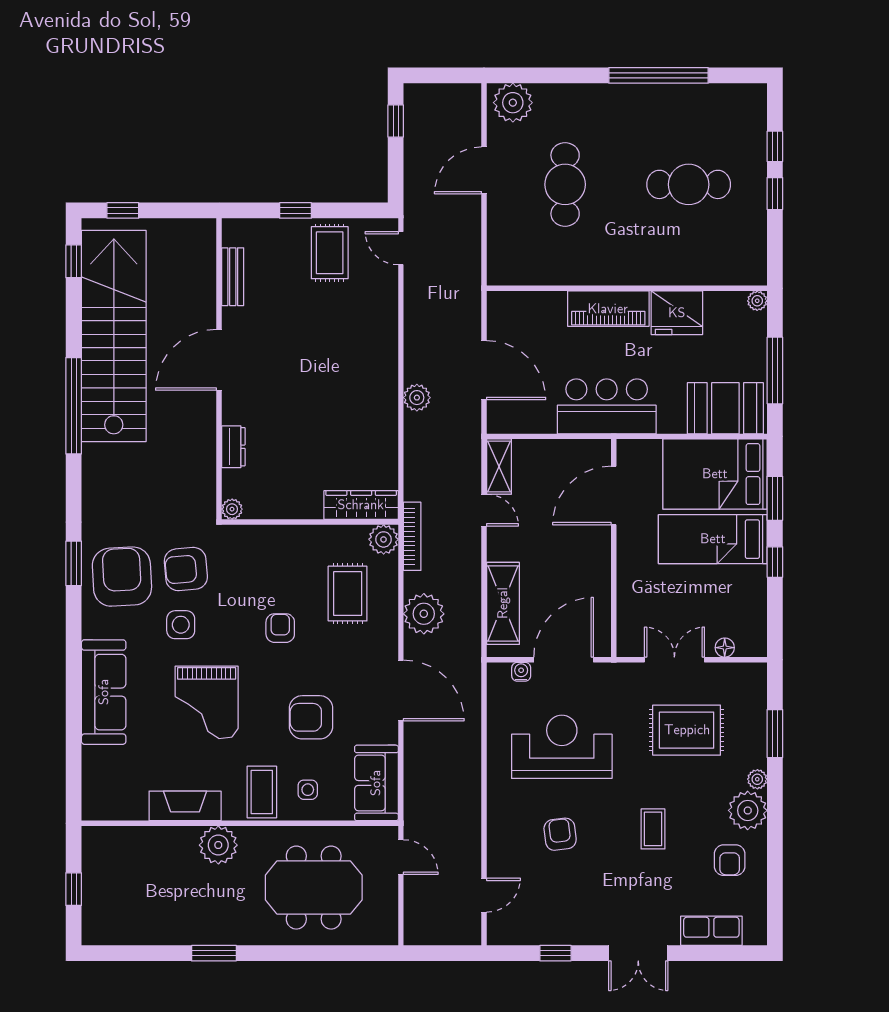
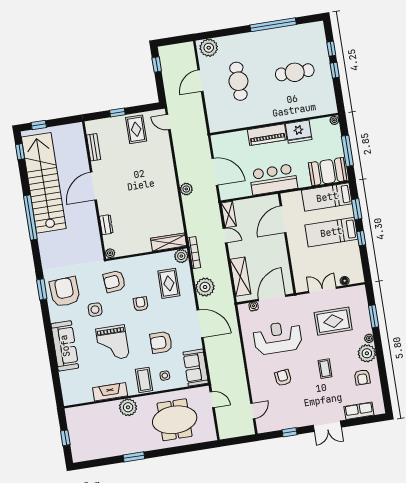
bed: (715, 474) -> (327, 197), width x0.67
armchair: (186, 569) -> (114, 281), moved

